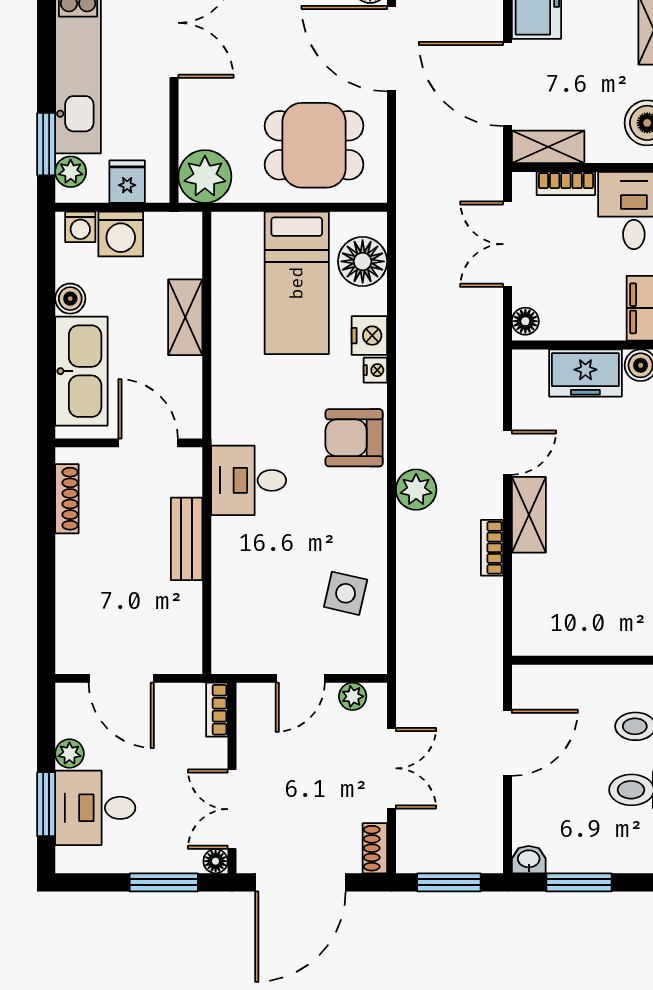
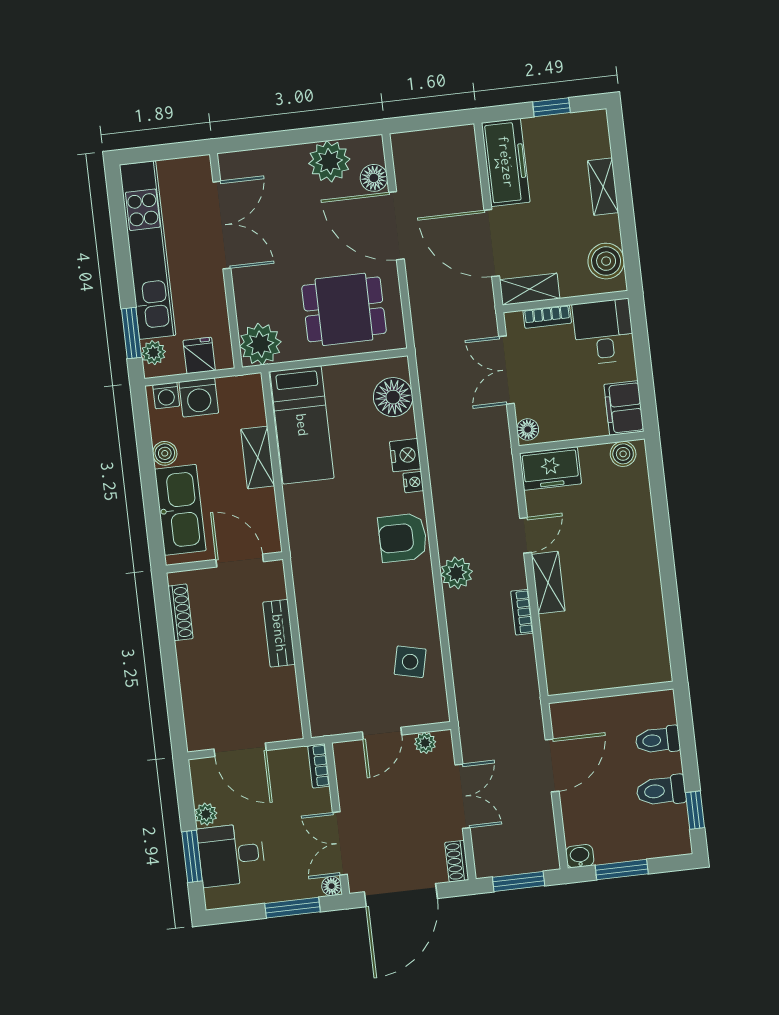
bed: (297, 283) -> (302, 425), moved
freezer: (585, 373) -> (550, 468), moved
desk: (249, 480) -> (323, 581), removed

